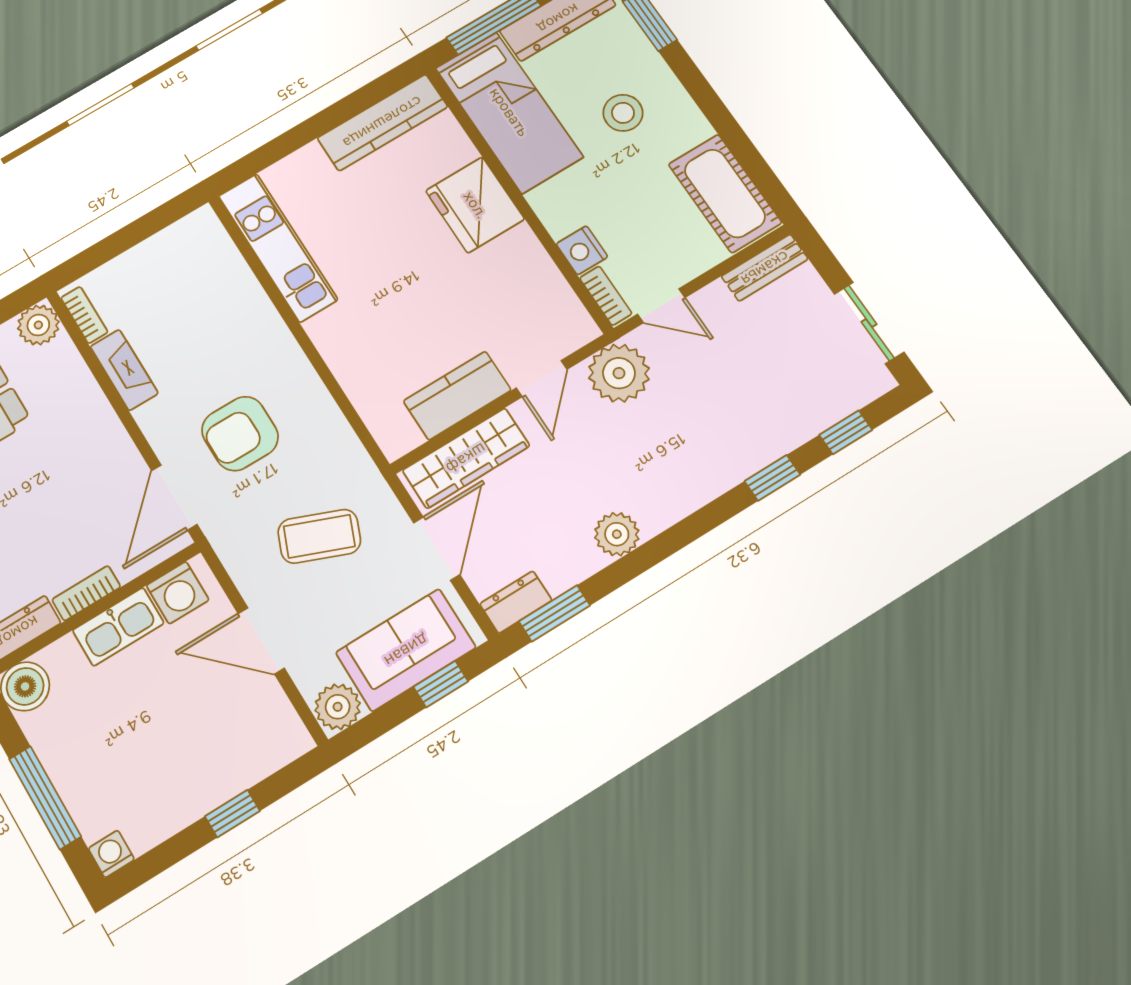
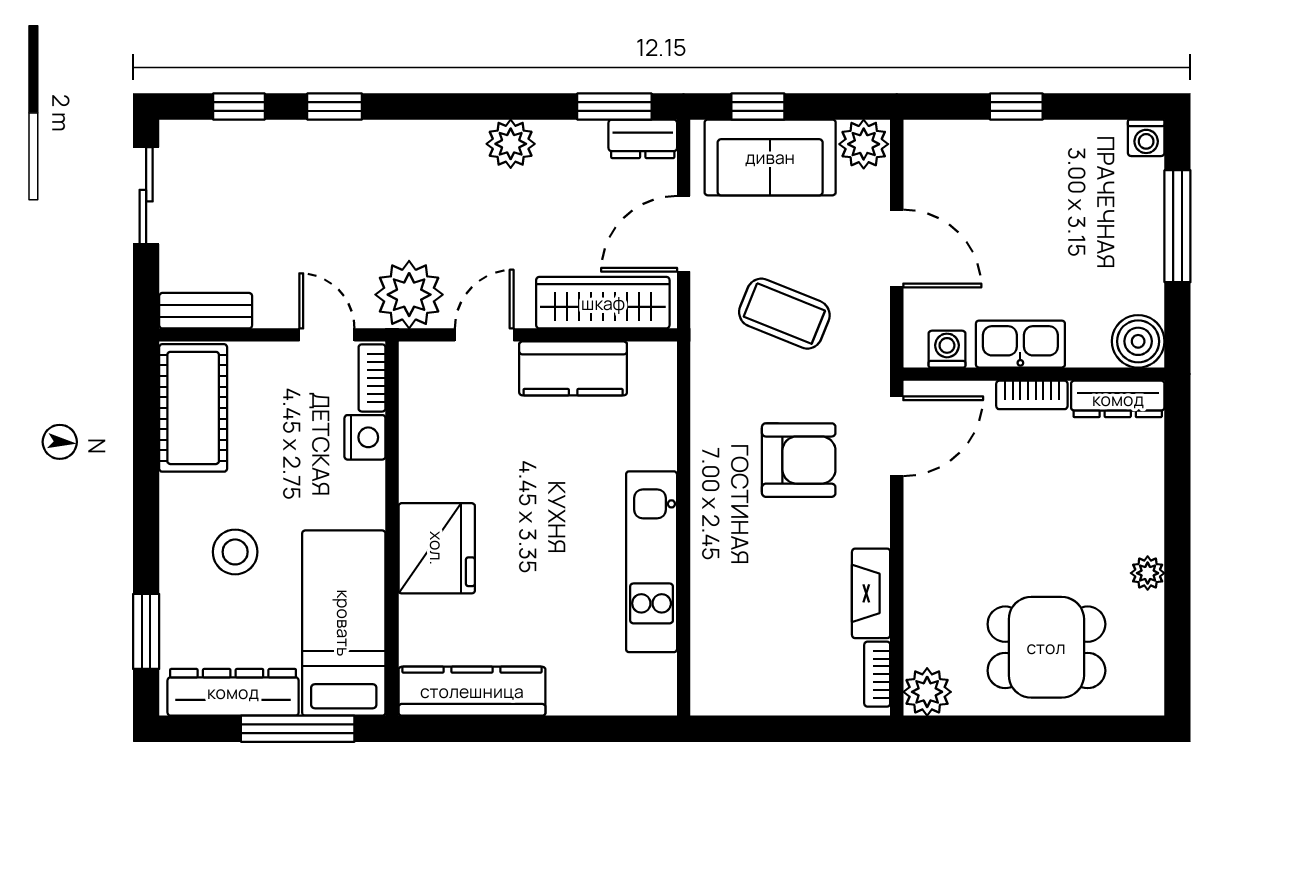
kitchen unit: (278, 248) -> (652, 562), moved
washing machine: (178, 593) -> (947, 349), width x0.73, depth x0.73

